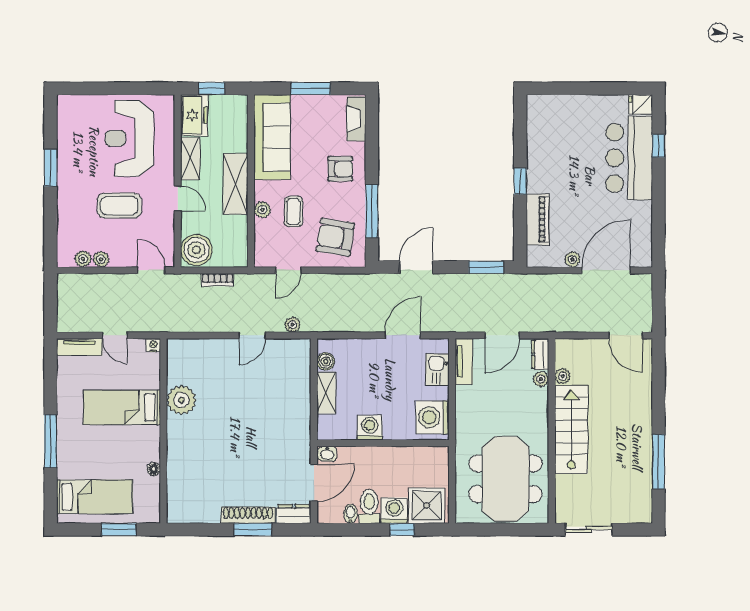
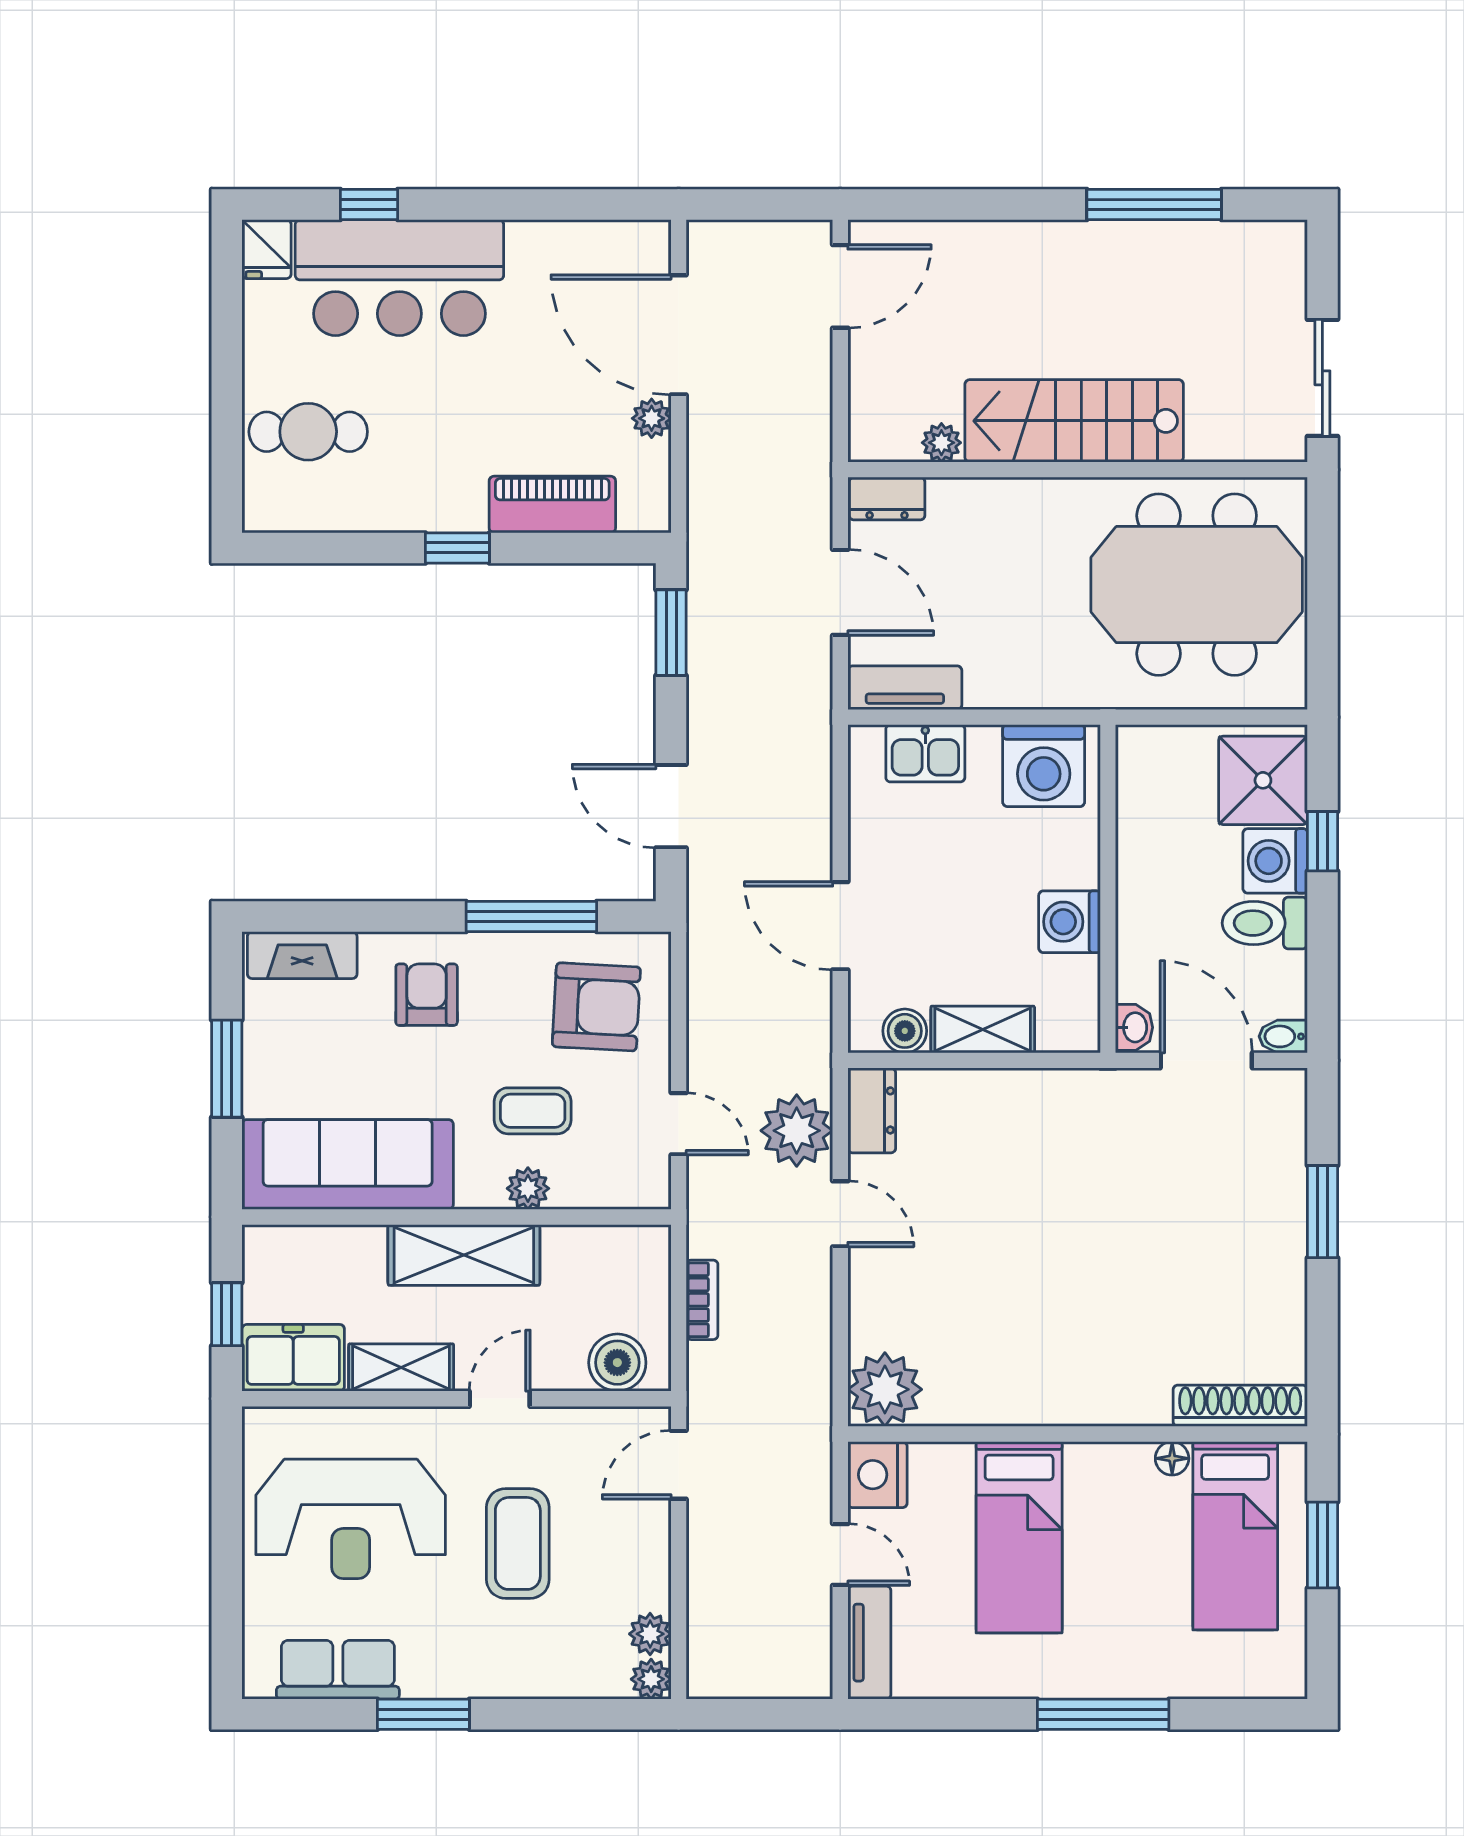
cafe table: (567, 121) -> (308, 432), added
row of seats: (69, 133) -> (338, 1670), added
armchair: (335, 237) -> (596, 1007), turned -96
boiler: (196, 250) -> (617, 1363), width x0.73, depth x0.73
plant: (101, 259) -> (651, 1679), moved
plant: (292, 325) -> (797, 1131), width x1.88, depth x1.88
door: (115, 335) -> (840, 1555), hinge flipped
door: (403, 335) -> (840, 926), moved
nightstand: (153, 345) -> (877, 1475), width x1.89, depth x1.79
plant: (541, 379) -> (949, 497), removed
plant: (181, 400) -> (885, 1389), moved
bed: (95, 497) -> (1235, 1536), moved, turned 180
dresser: (294, 514) -> (872, 1110), moved, turned 180
bidet: (351, 514) -> (1283, 1036), moved
shoe rack: (248, 515) -> (1240, 1406), moved, turned 90

